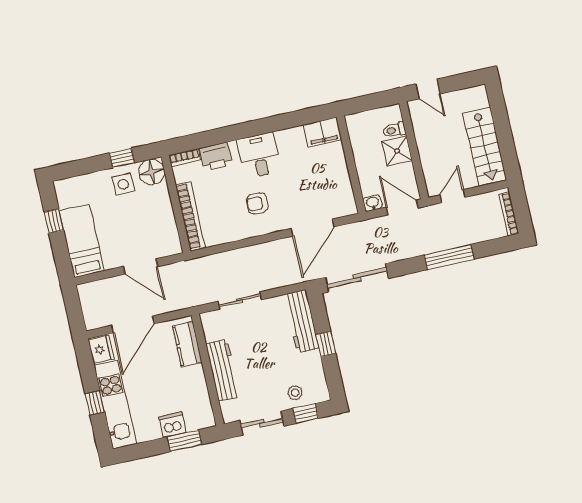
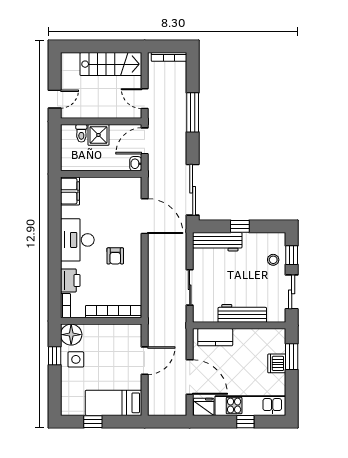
desk: (259, 155) -> (77, 240), width x1.37

